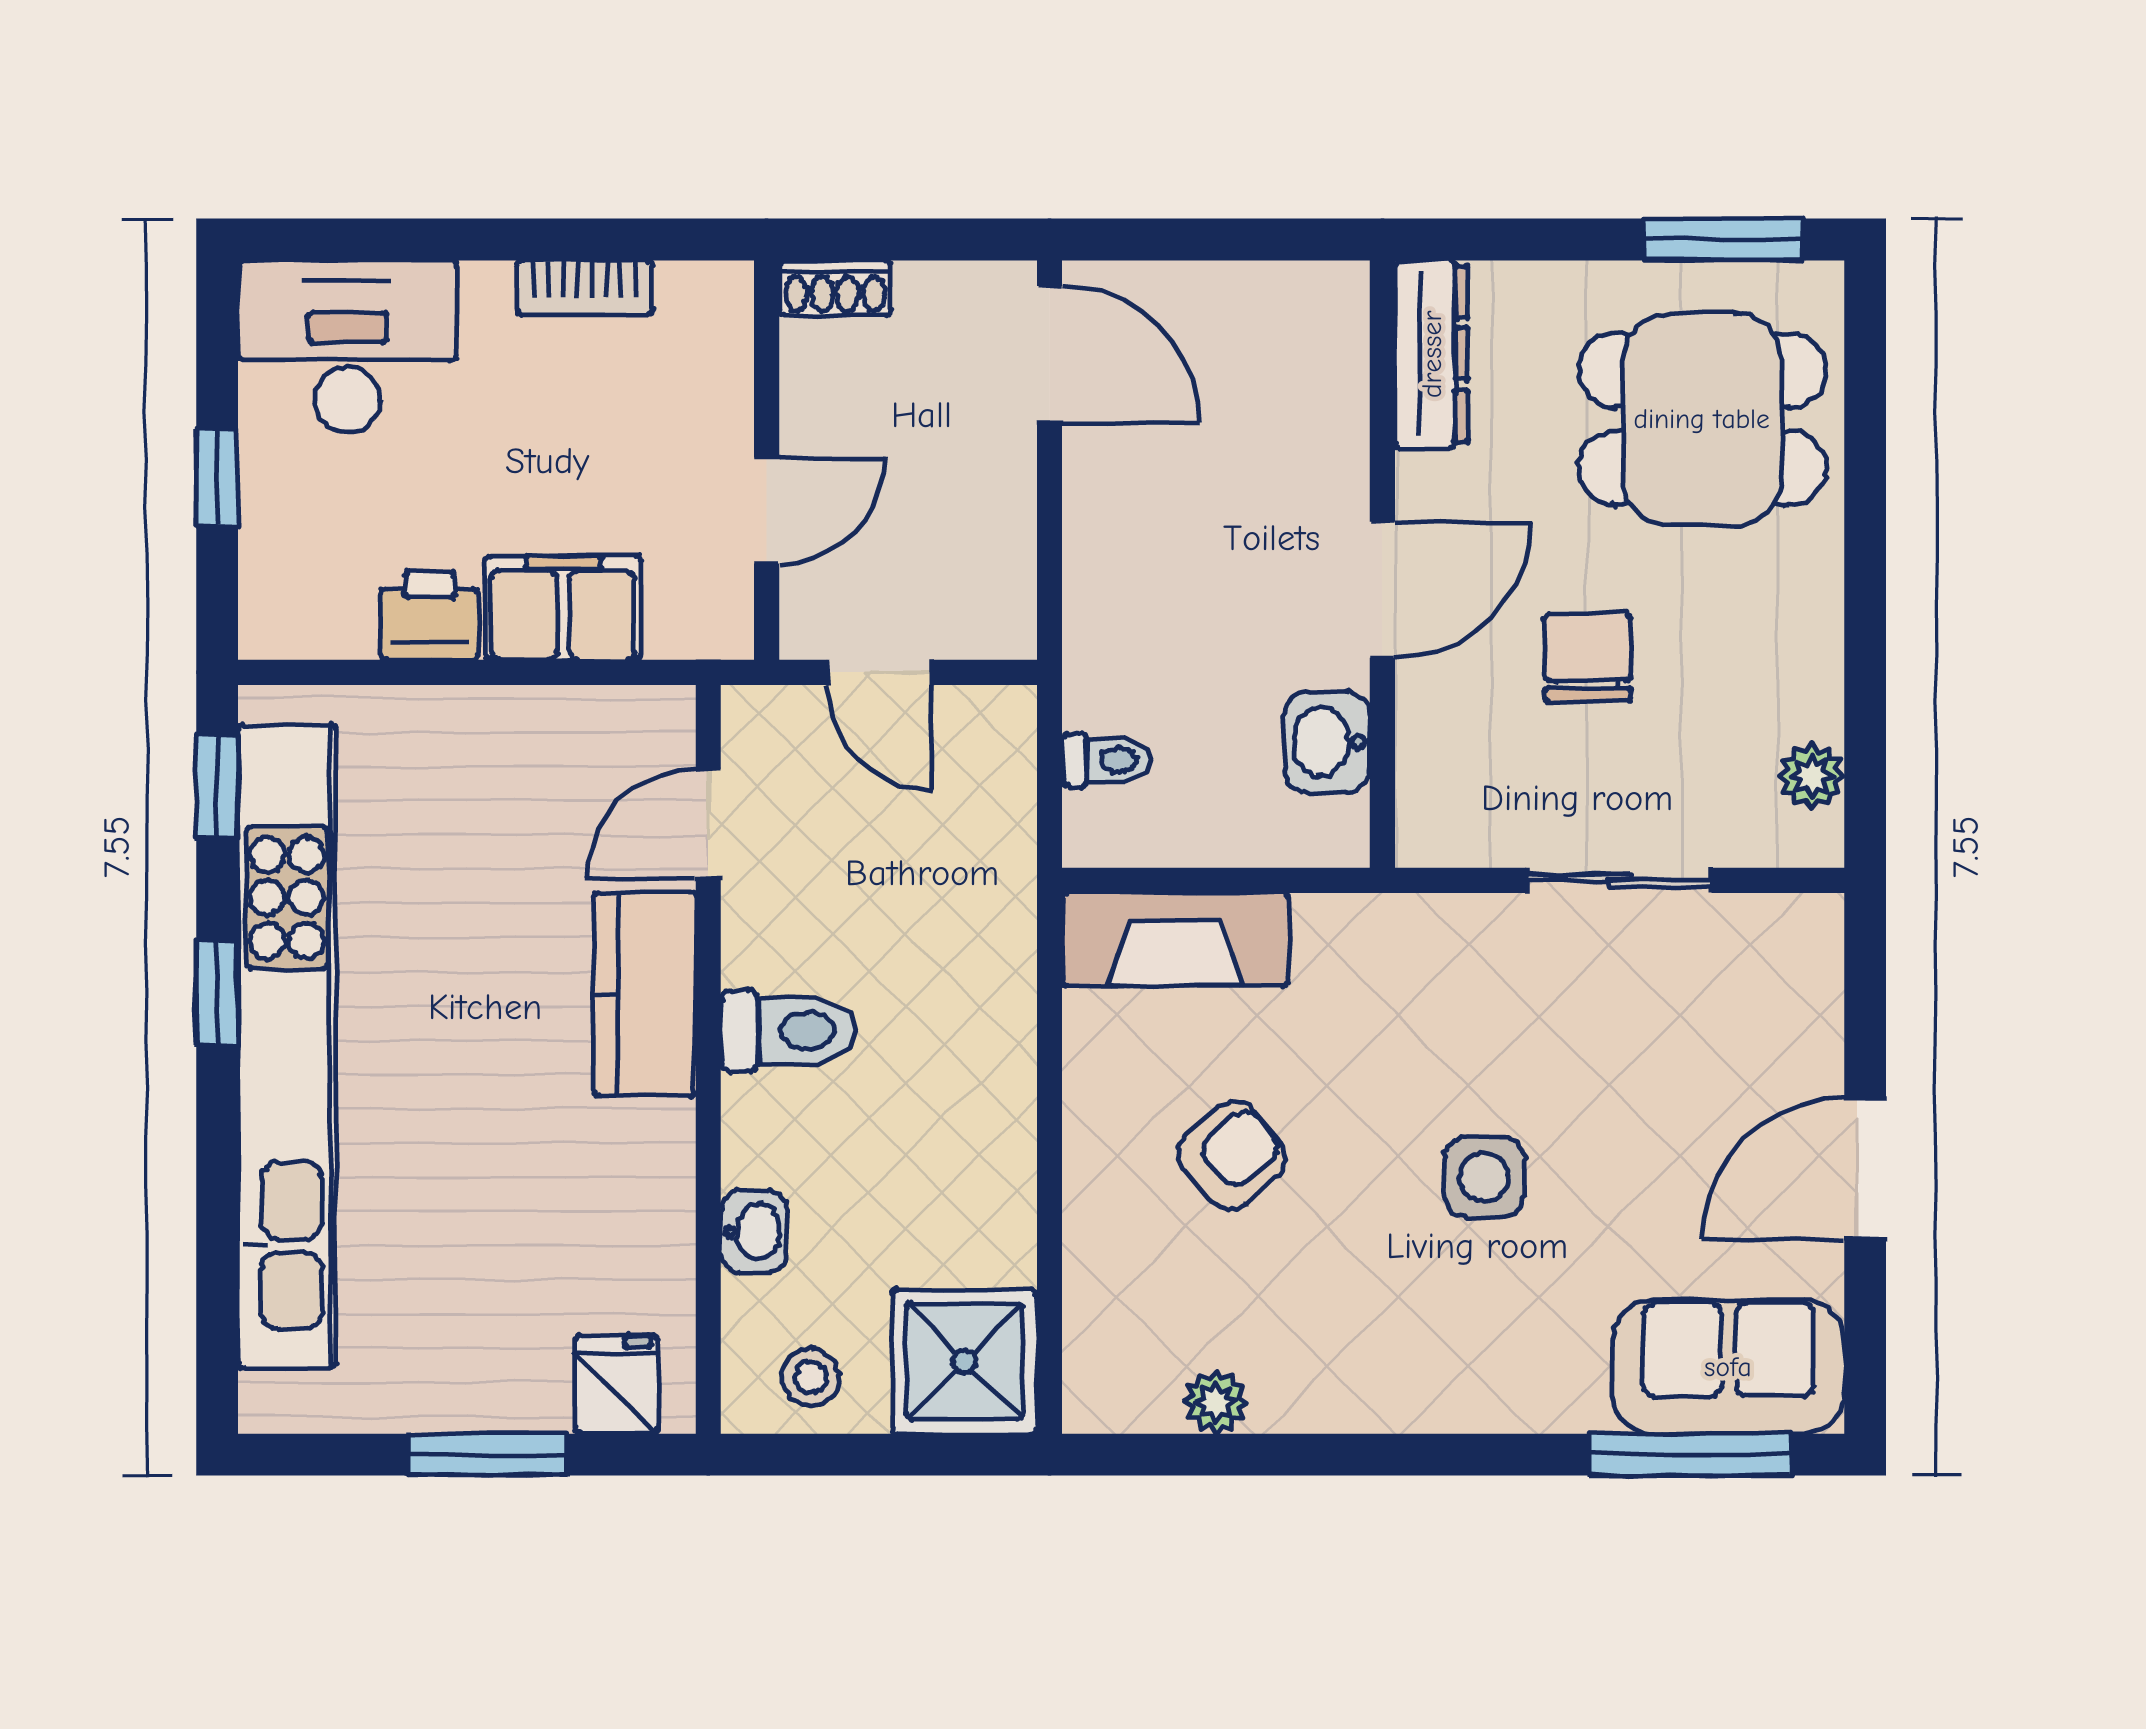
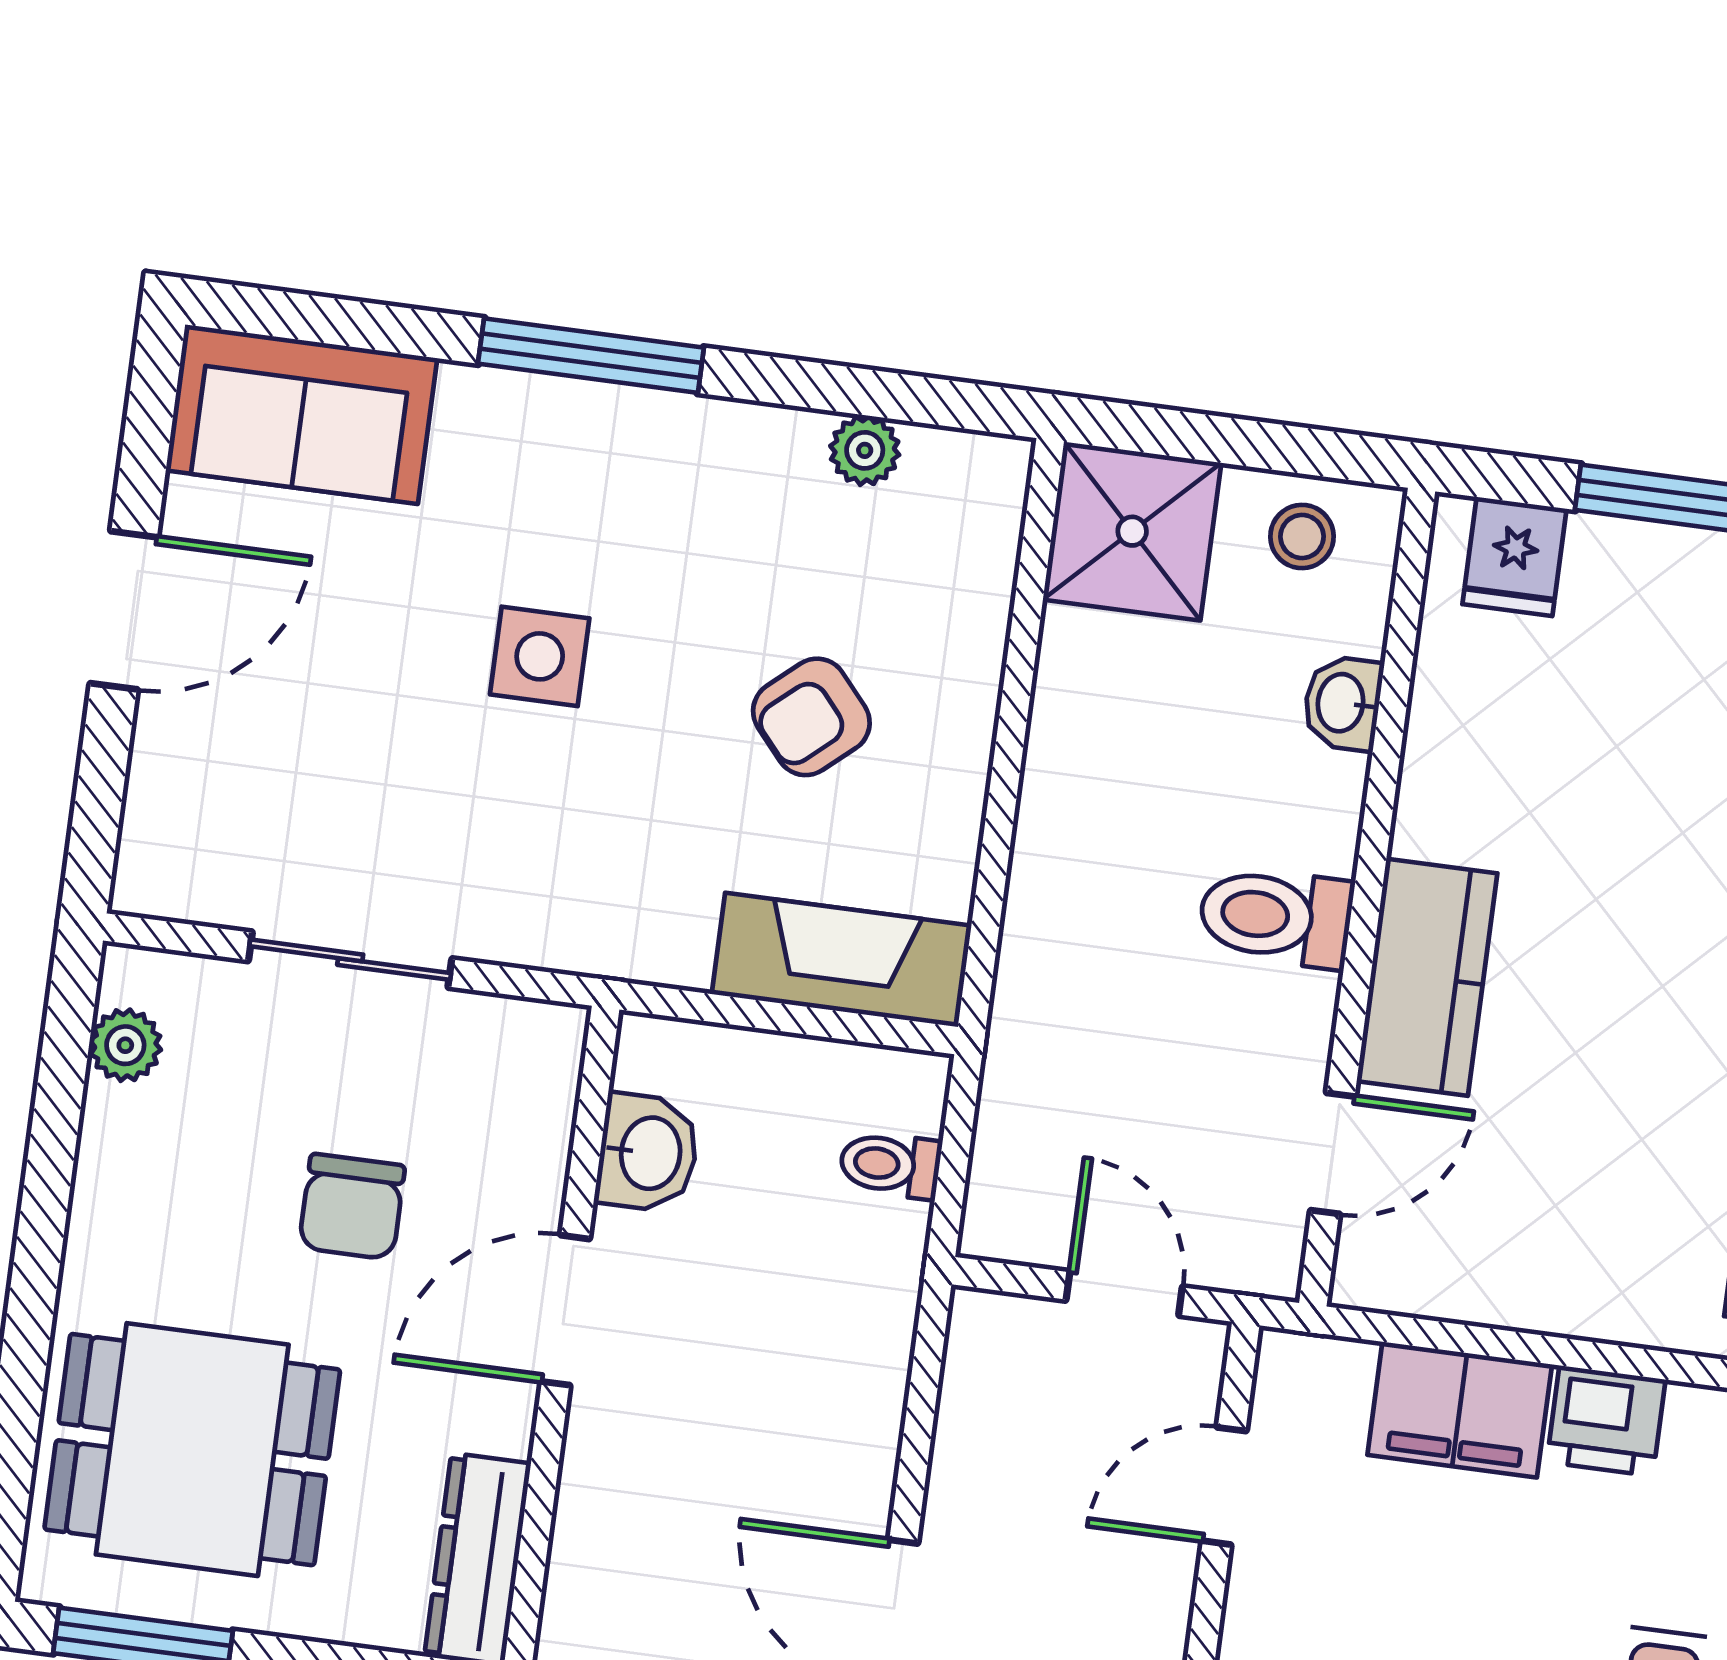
window: (1691, 1455) -> (591, 356), moved

